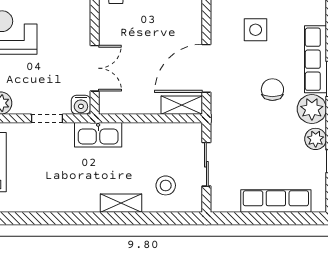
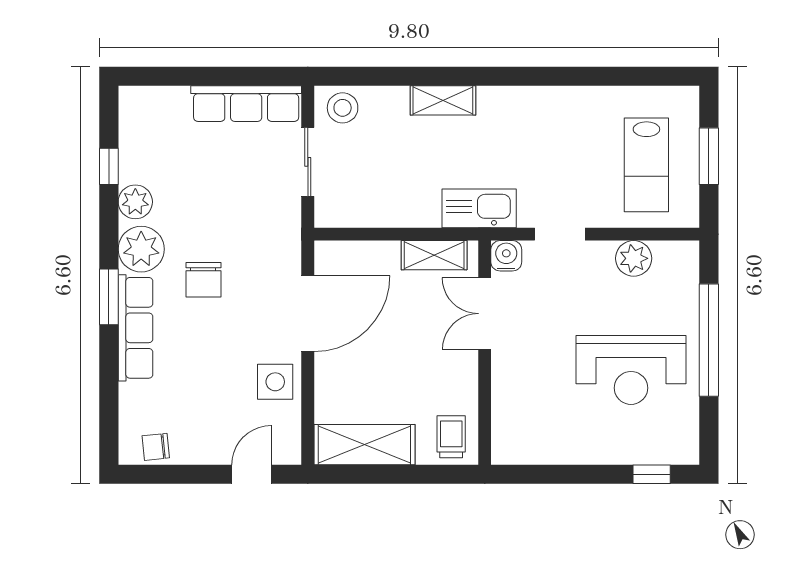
side table: (256, 30) -> (275, 382), moved
shelving: (182, 105) -> (434, 255), moved
stool: (166, 185) -> (343, 108), moved
row of seats: (276, 201) -> (246, 104), moved

